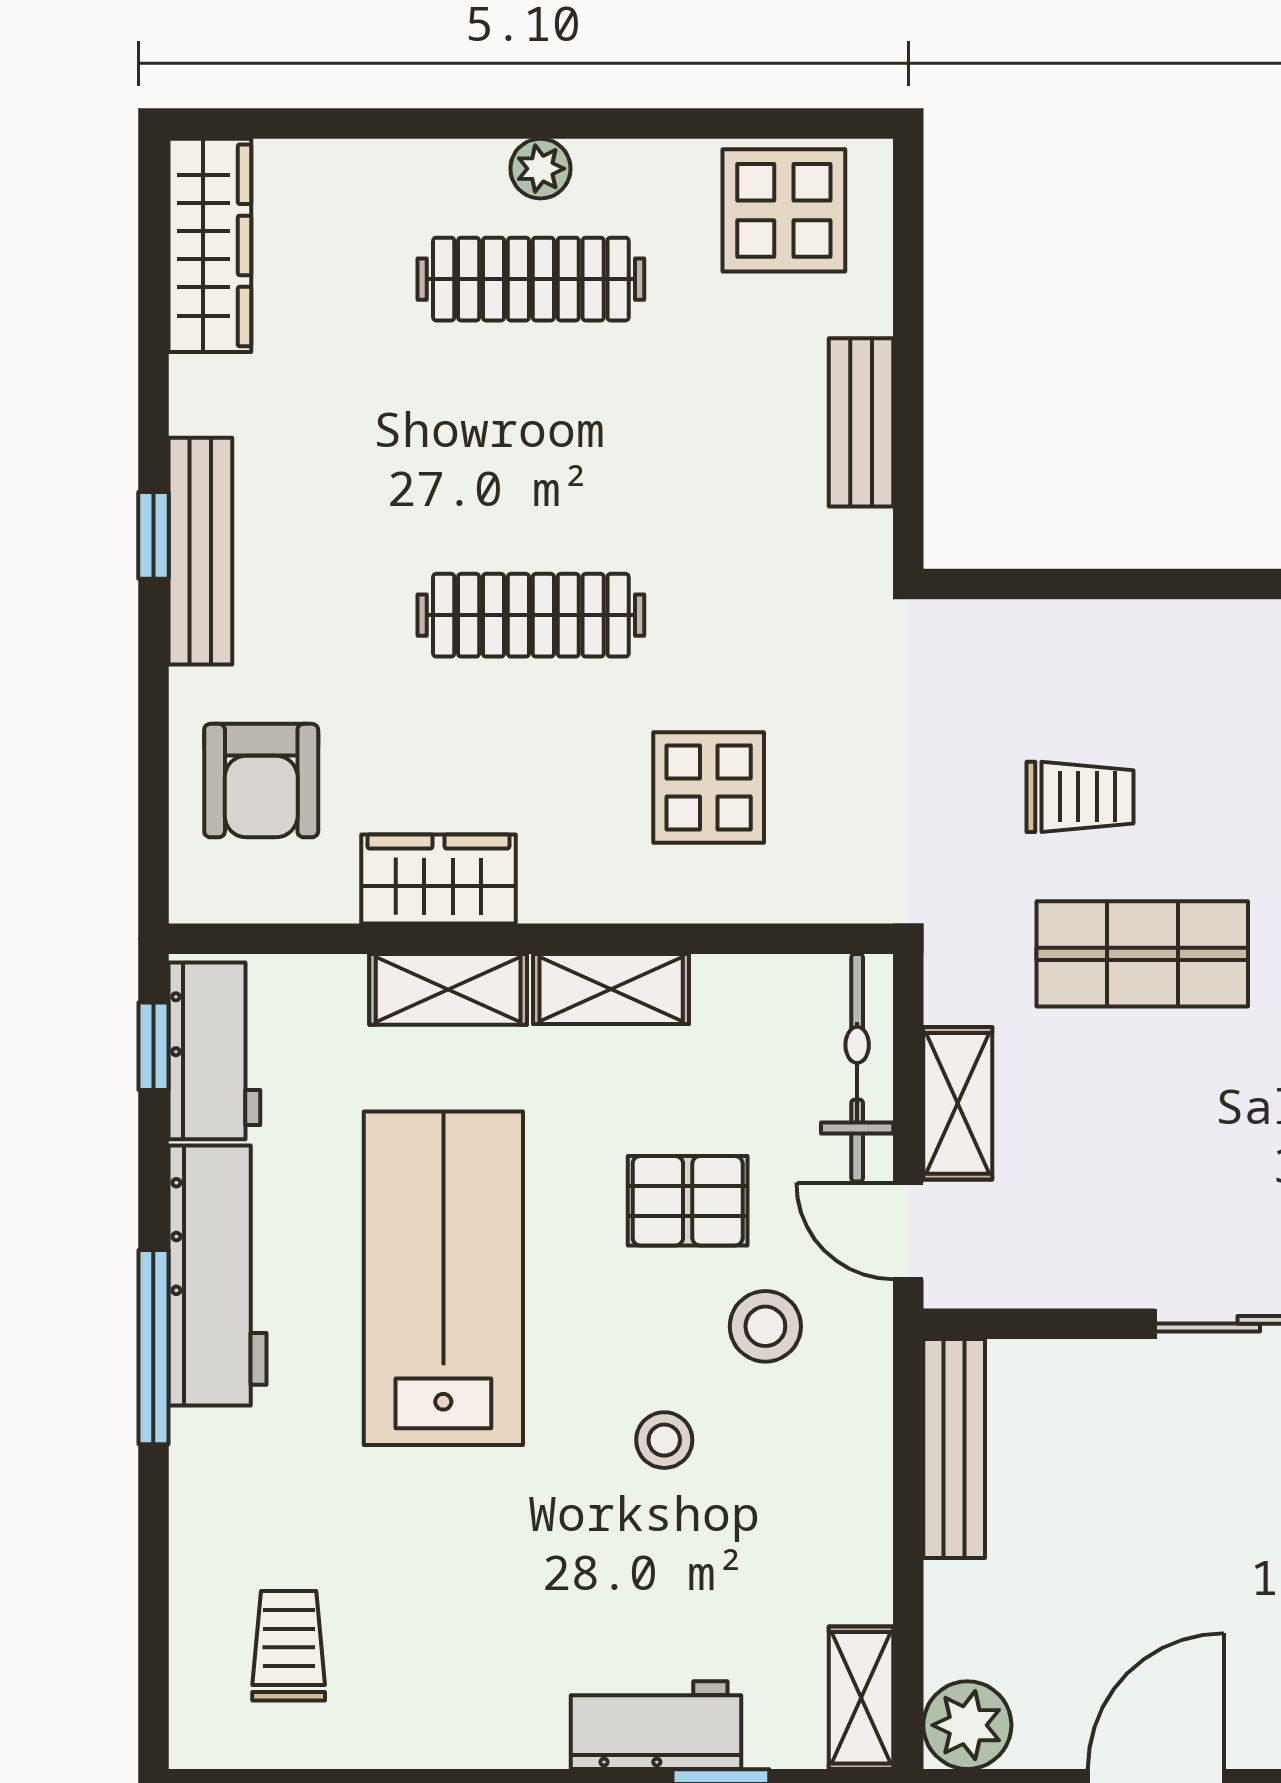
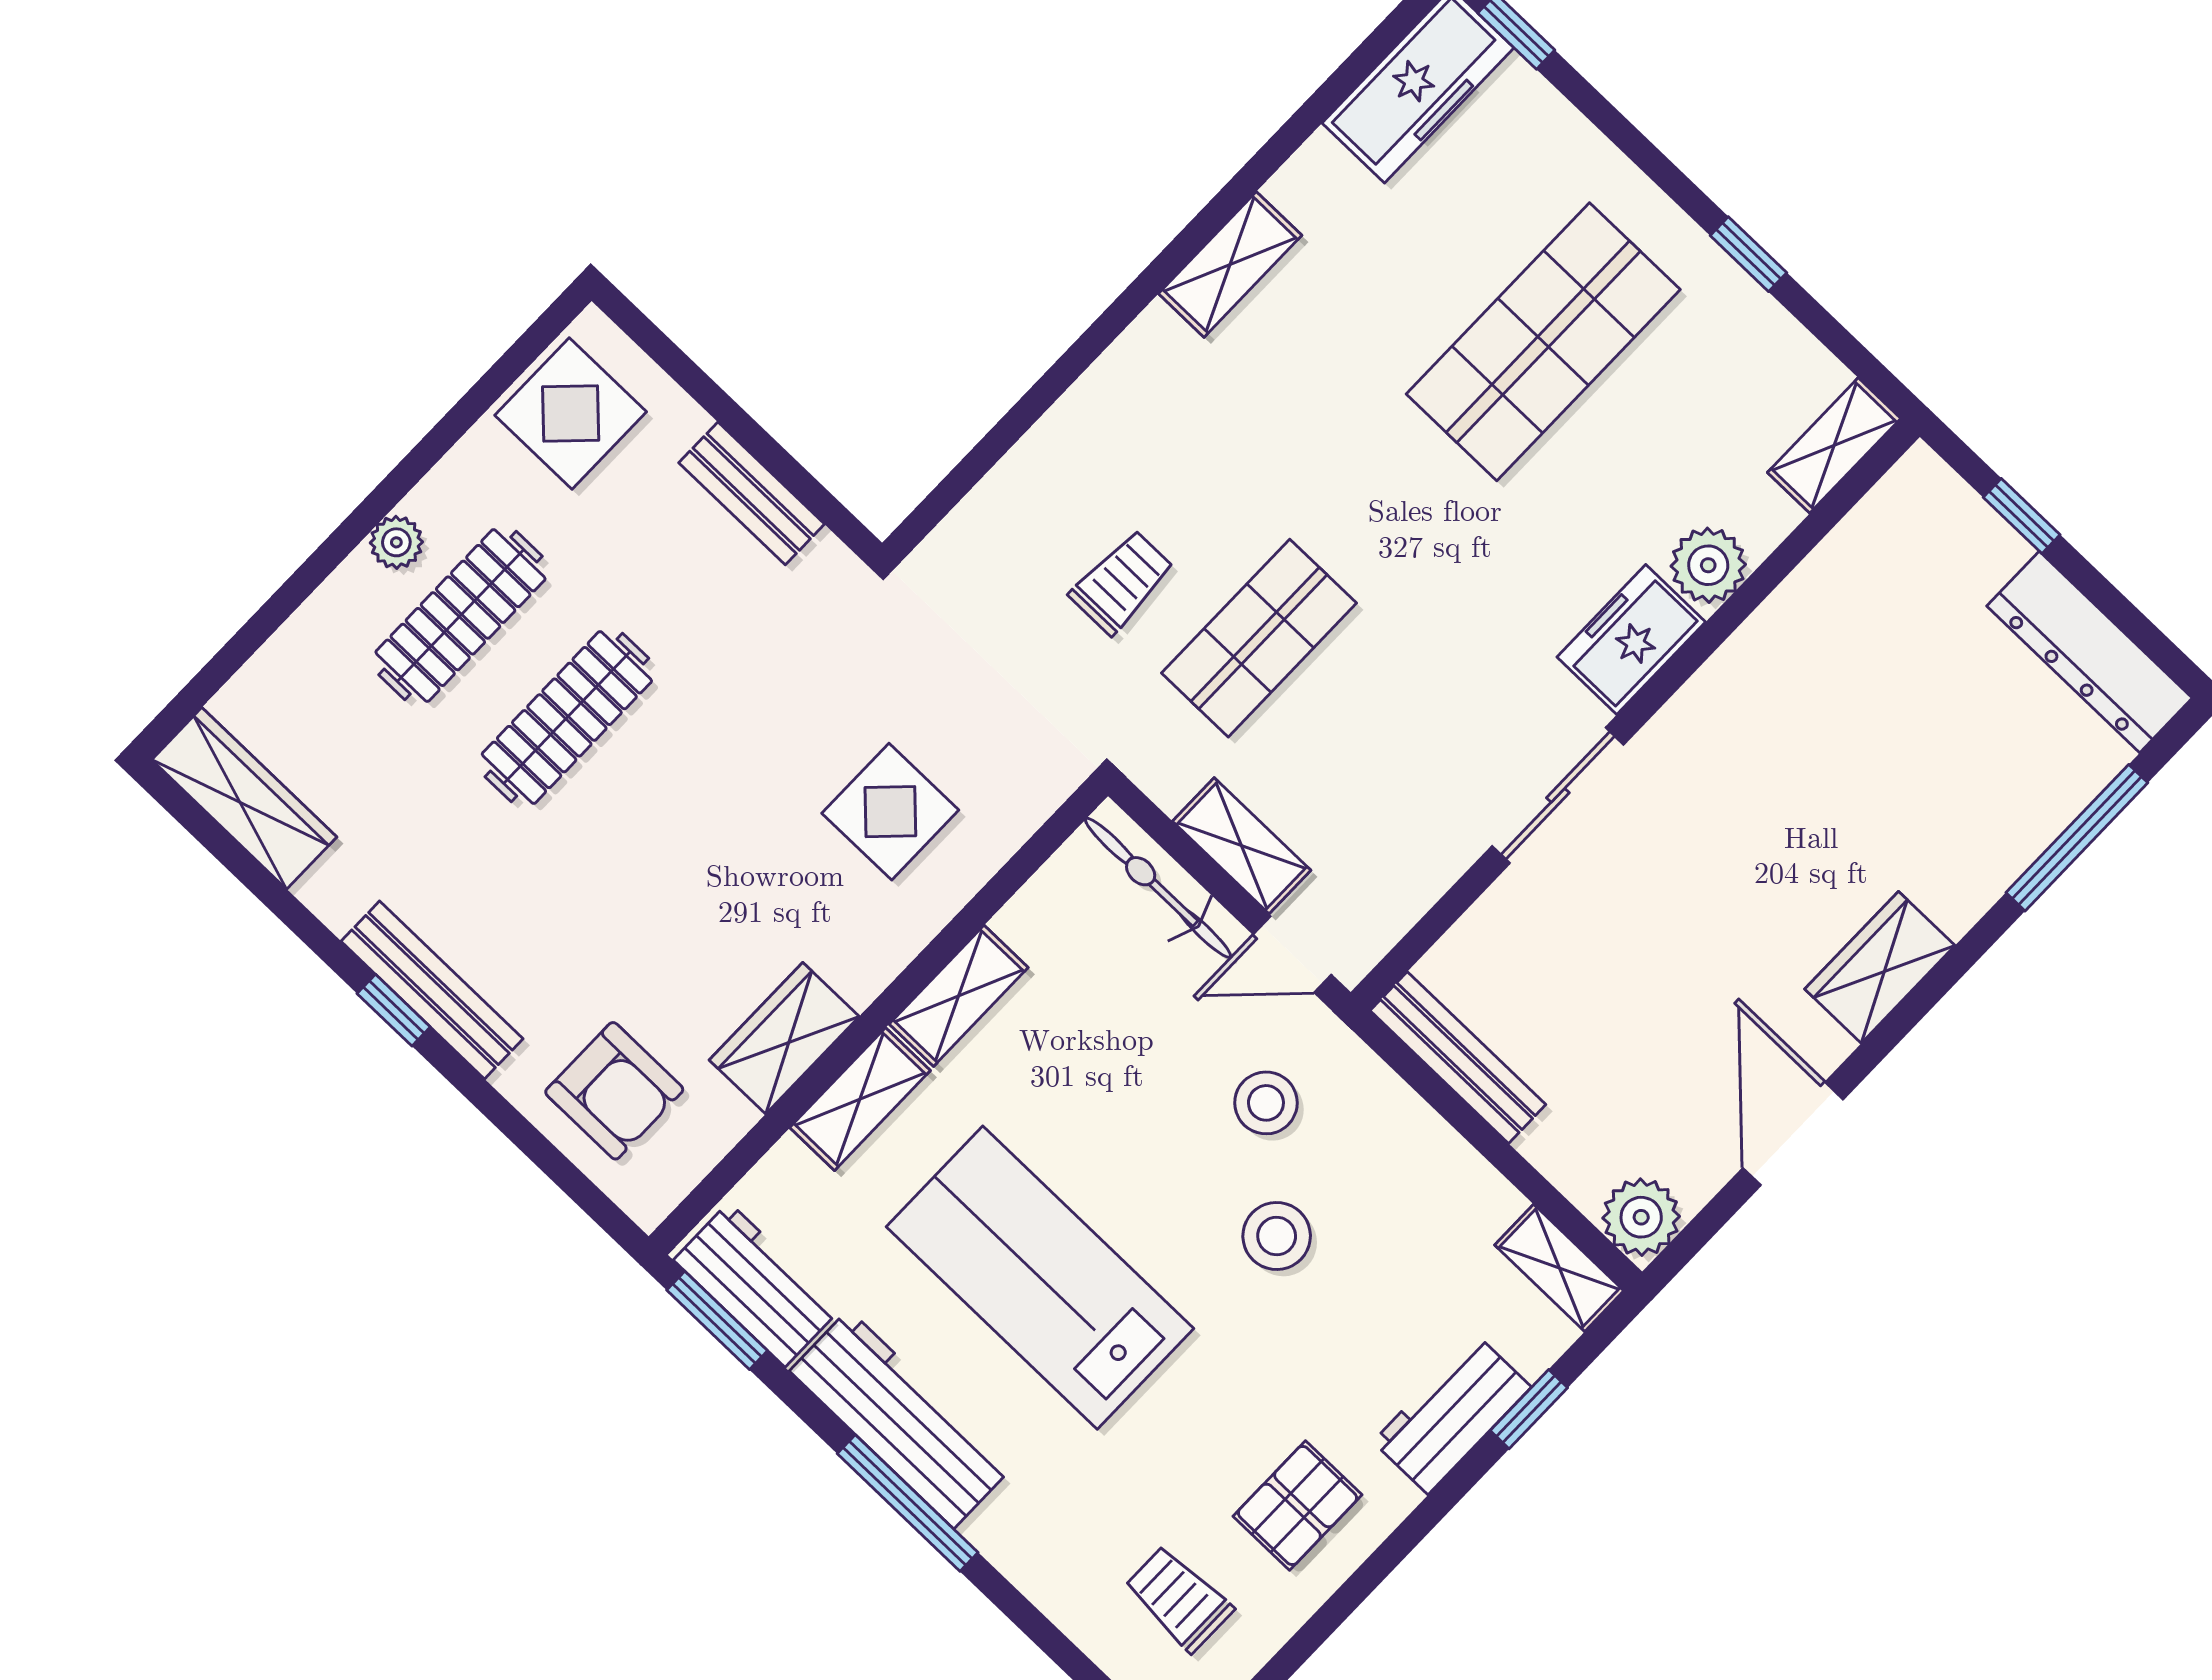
clothes rail: (531, 615) -> (567, 718), moved
window: (153, 1046) -> (717, 1320), width x1.50
pallet: (688, 1201) -> (1297, 1505), moved
stool: (664, 1440) -> (1277, 1236), width x1.37, depth x1.37

